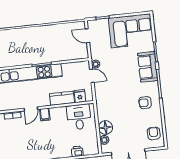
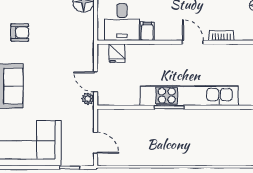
kitchen counter: (62, 98) -> (144, 53), removed
door: (31, 109) -> (193, 42), hinge flipped
filing cabinet: (45, 114) -> (147, 31), moved

